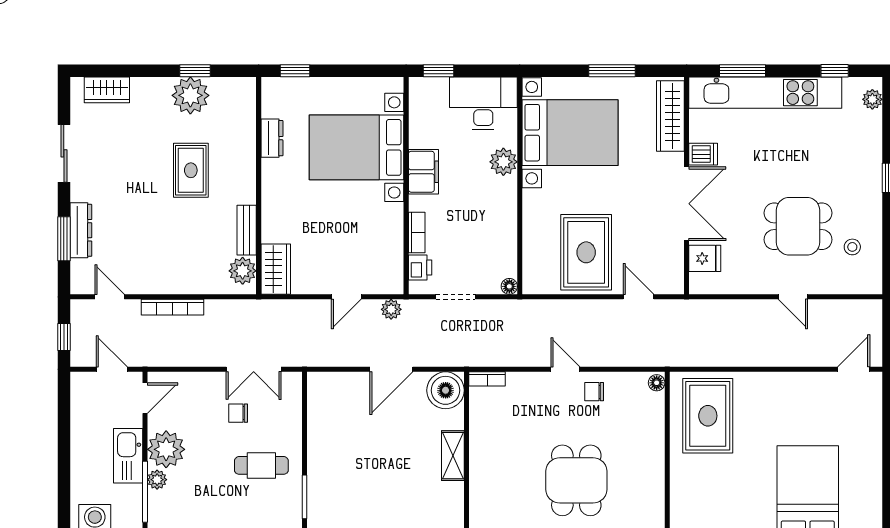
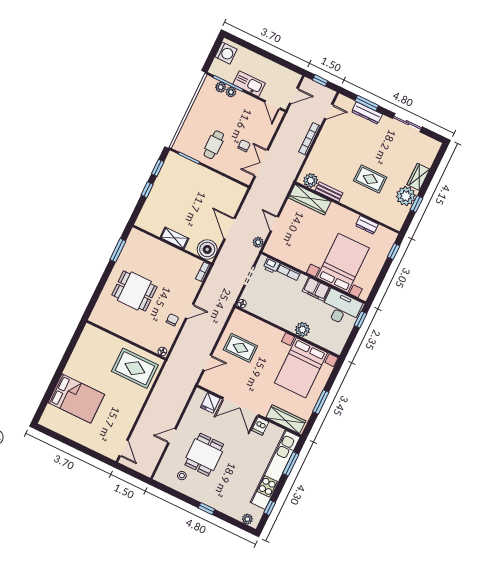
wardrobe: (107, 90) -> (418, 177), moved
desk: (483, 103) -> (341, 308), moved, turned -90
rug: (586, 252) -> (240, 348), width x0.73, depth x0.70
wardrobe: (276, 269) -> (310, 200), width x1.50
plant: (166, 449) -> (221, 87), moved, width x0.53, depth x0.53

